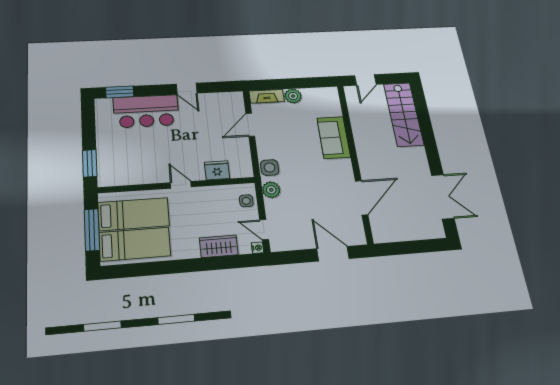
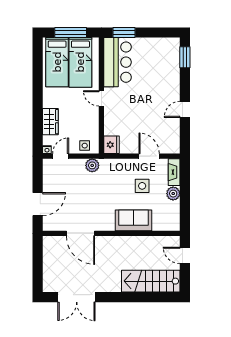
bar counter: (146, 111) -> (118, 62), moved, turned 180
side table: (270, 168) -> (142, 186), moved
fridge: (217, 170) -> (111, 145), moved
door: (181, 185) -> (101, 98), swing flipped

